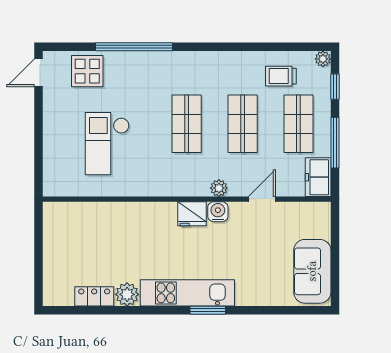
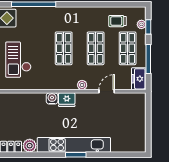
plant: (323, 59) -> (141, 24), moved
water cooler: (218, 212) -> (52, 98), moved
sofa: (312, 271) -> (135, 132), removed
kitchen unit: (187, 293) -> (74, 145), width x1.36

